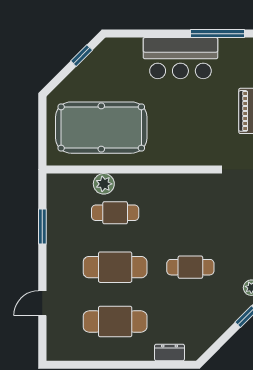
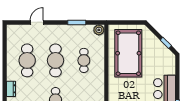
plant: (104, 184) -> (99, 30), moved
door: (42, 303) -> (37, 22), hinge flipped

